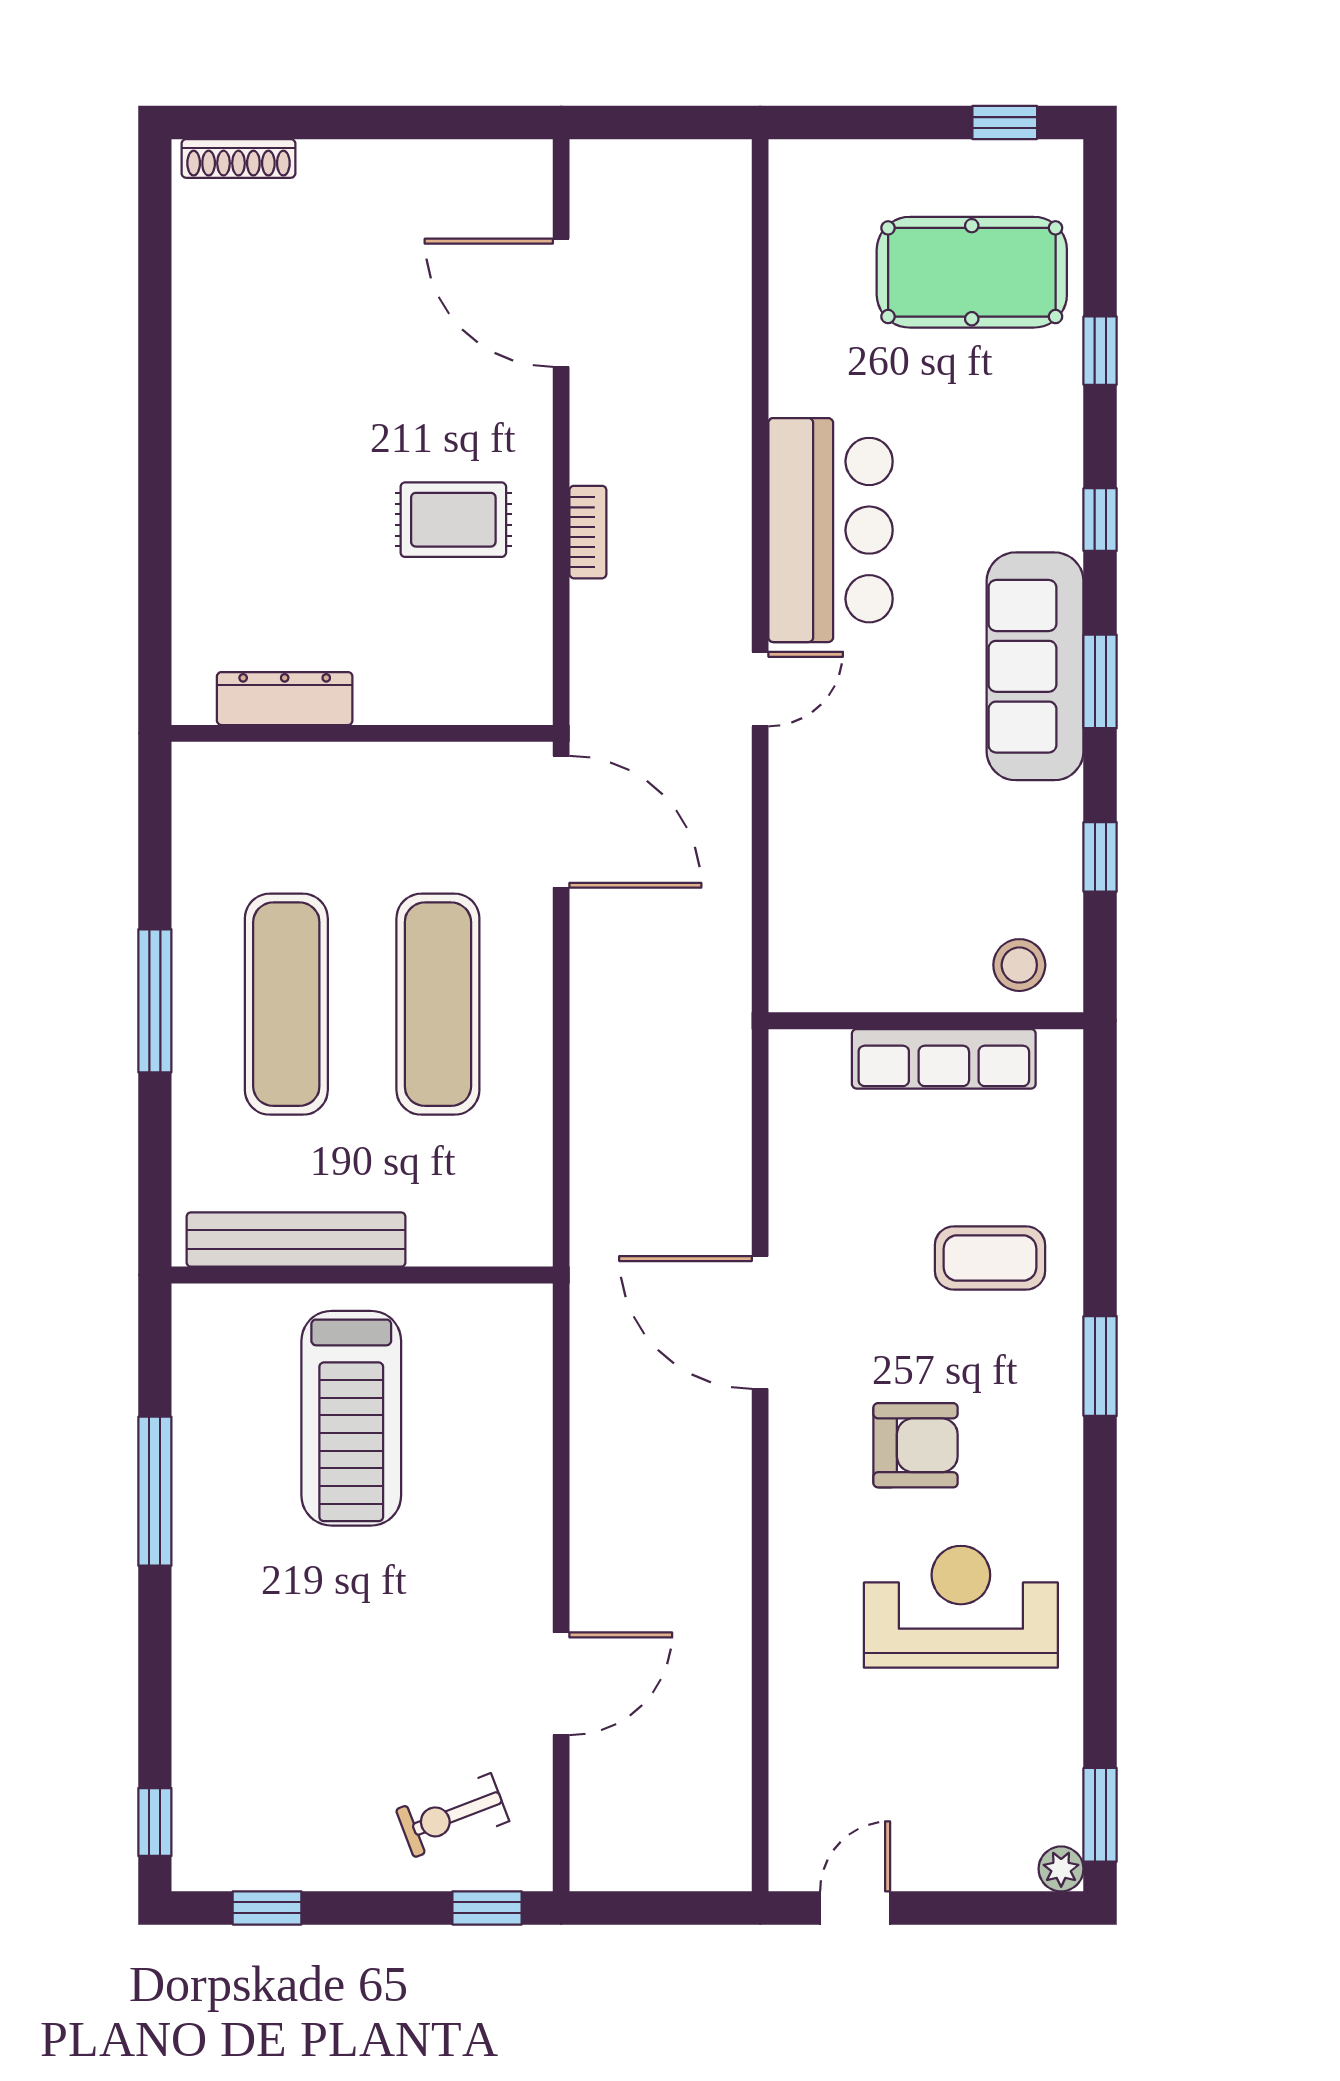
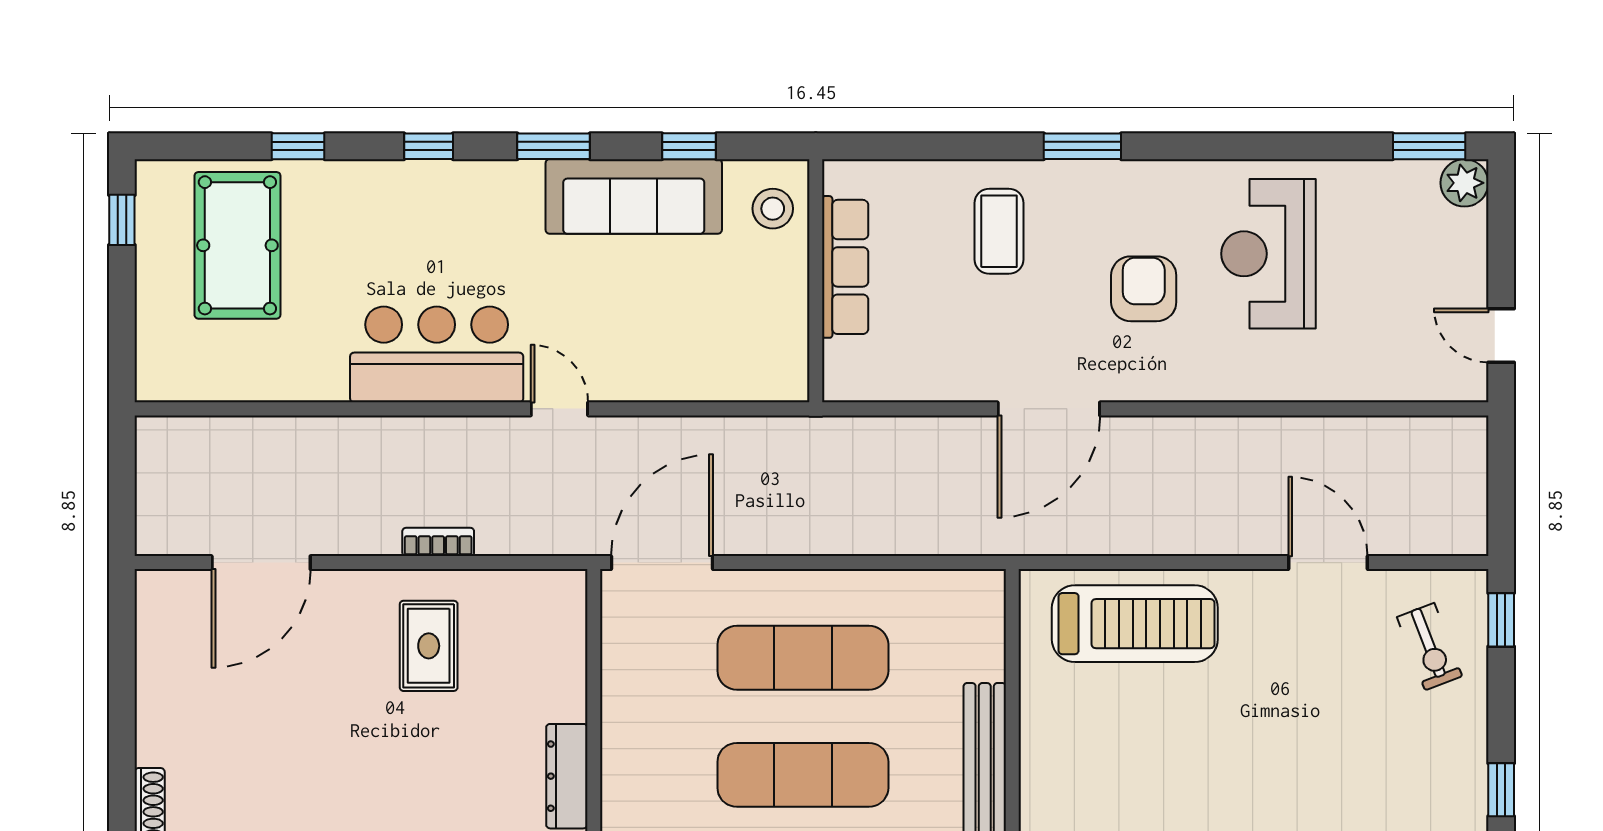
sofa: (1035, 666) -> (634, 196), moved
treadmill: (351, 1418) -> (1135, 624), moved
plant: (1061, 1869) -> (1464, 183), width x1.38, depth x1.38

